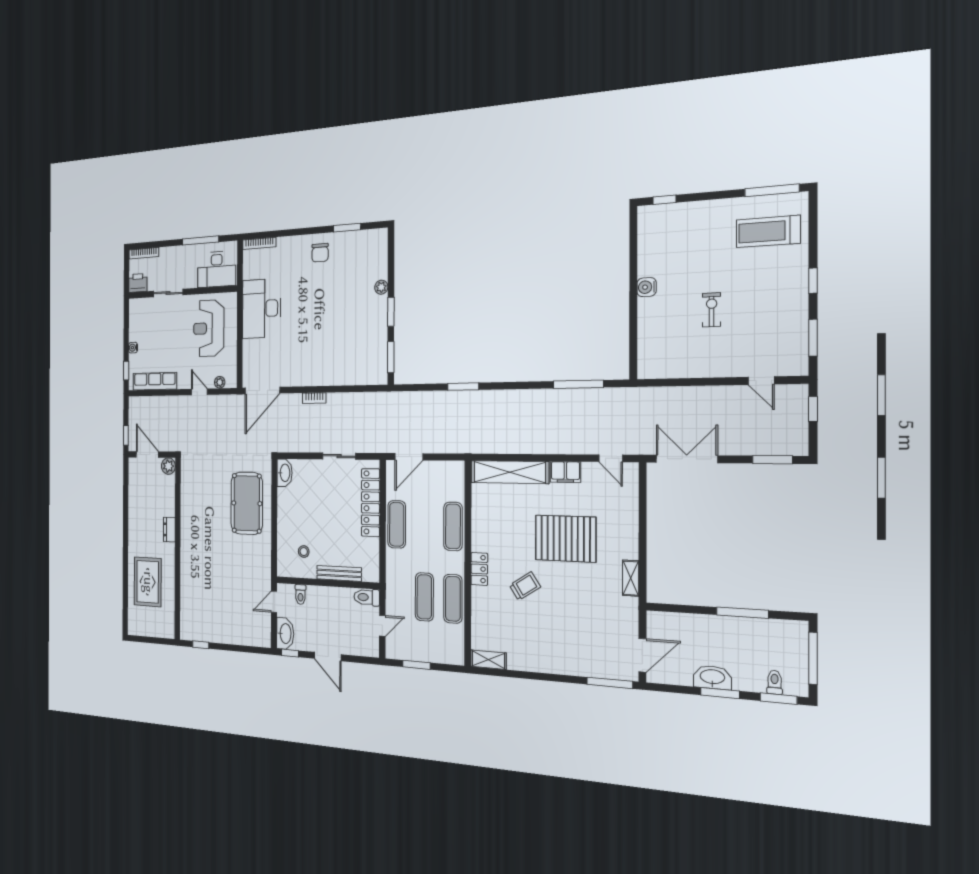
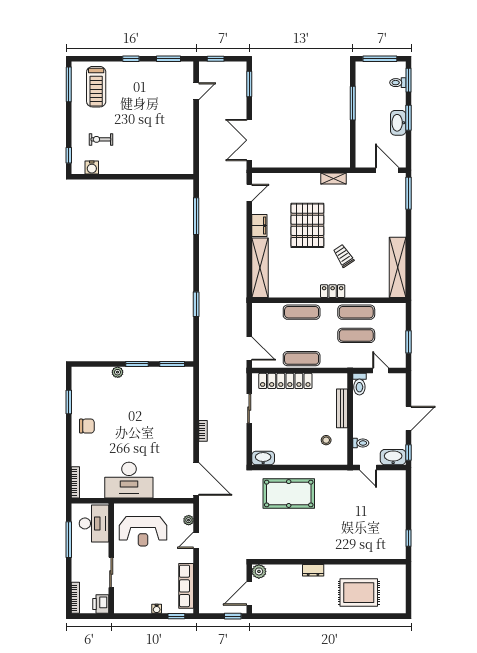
water cooler: (647, 287) -> (92, 168), moved
exercise bike: (712, 310) -> (101, 139), moved
shelving: (488, 660) -> (398, 267), width x2.20, depth x1.33

